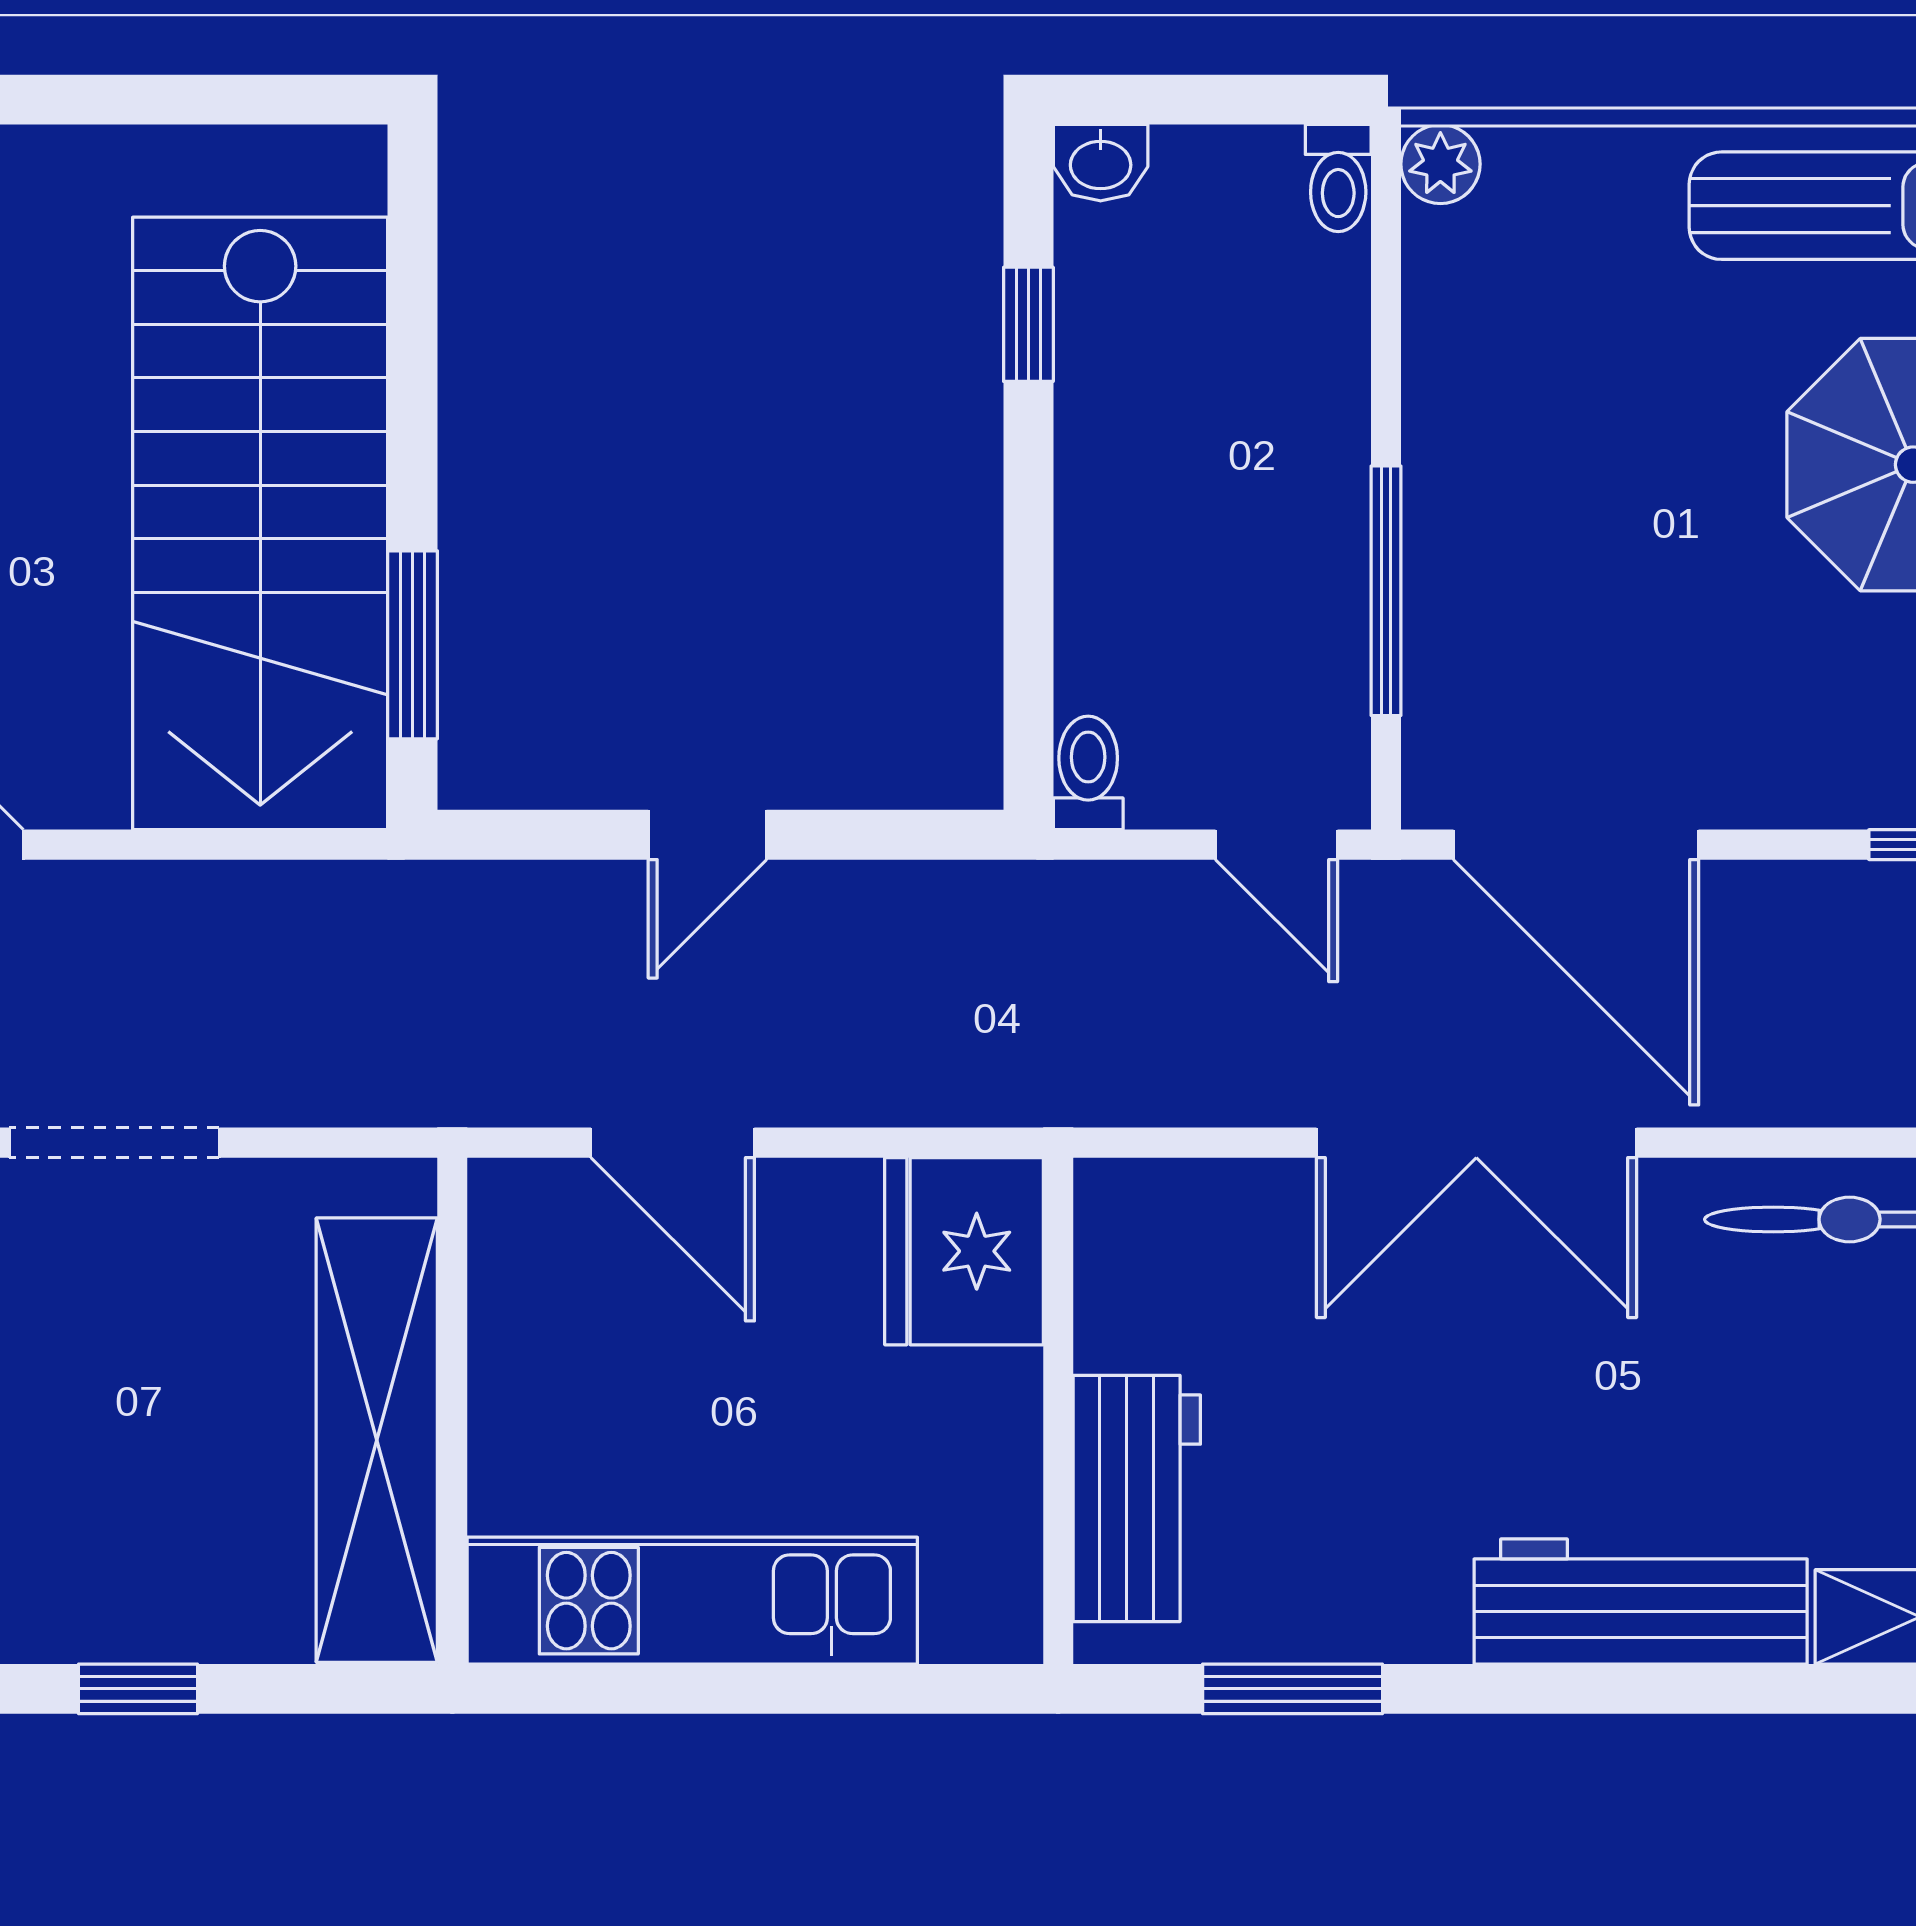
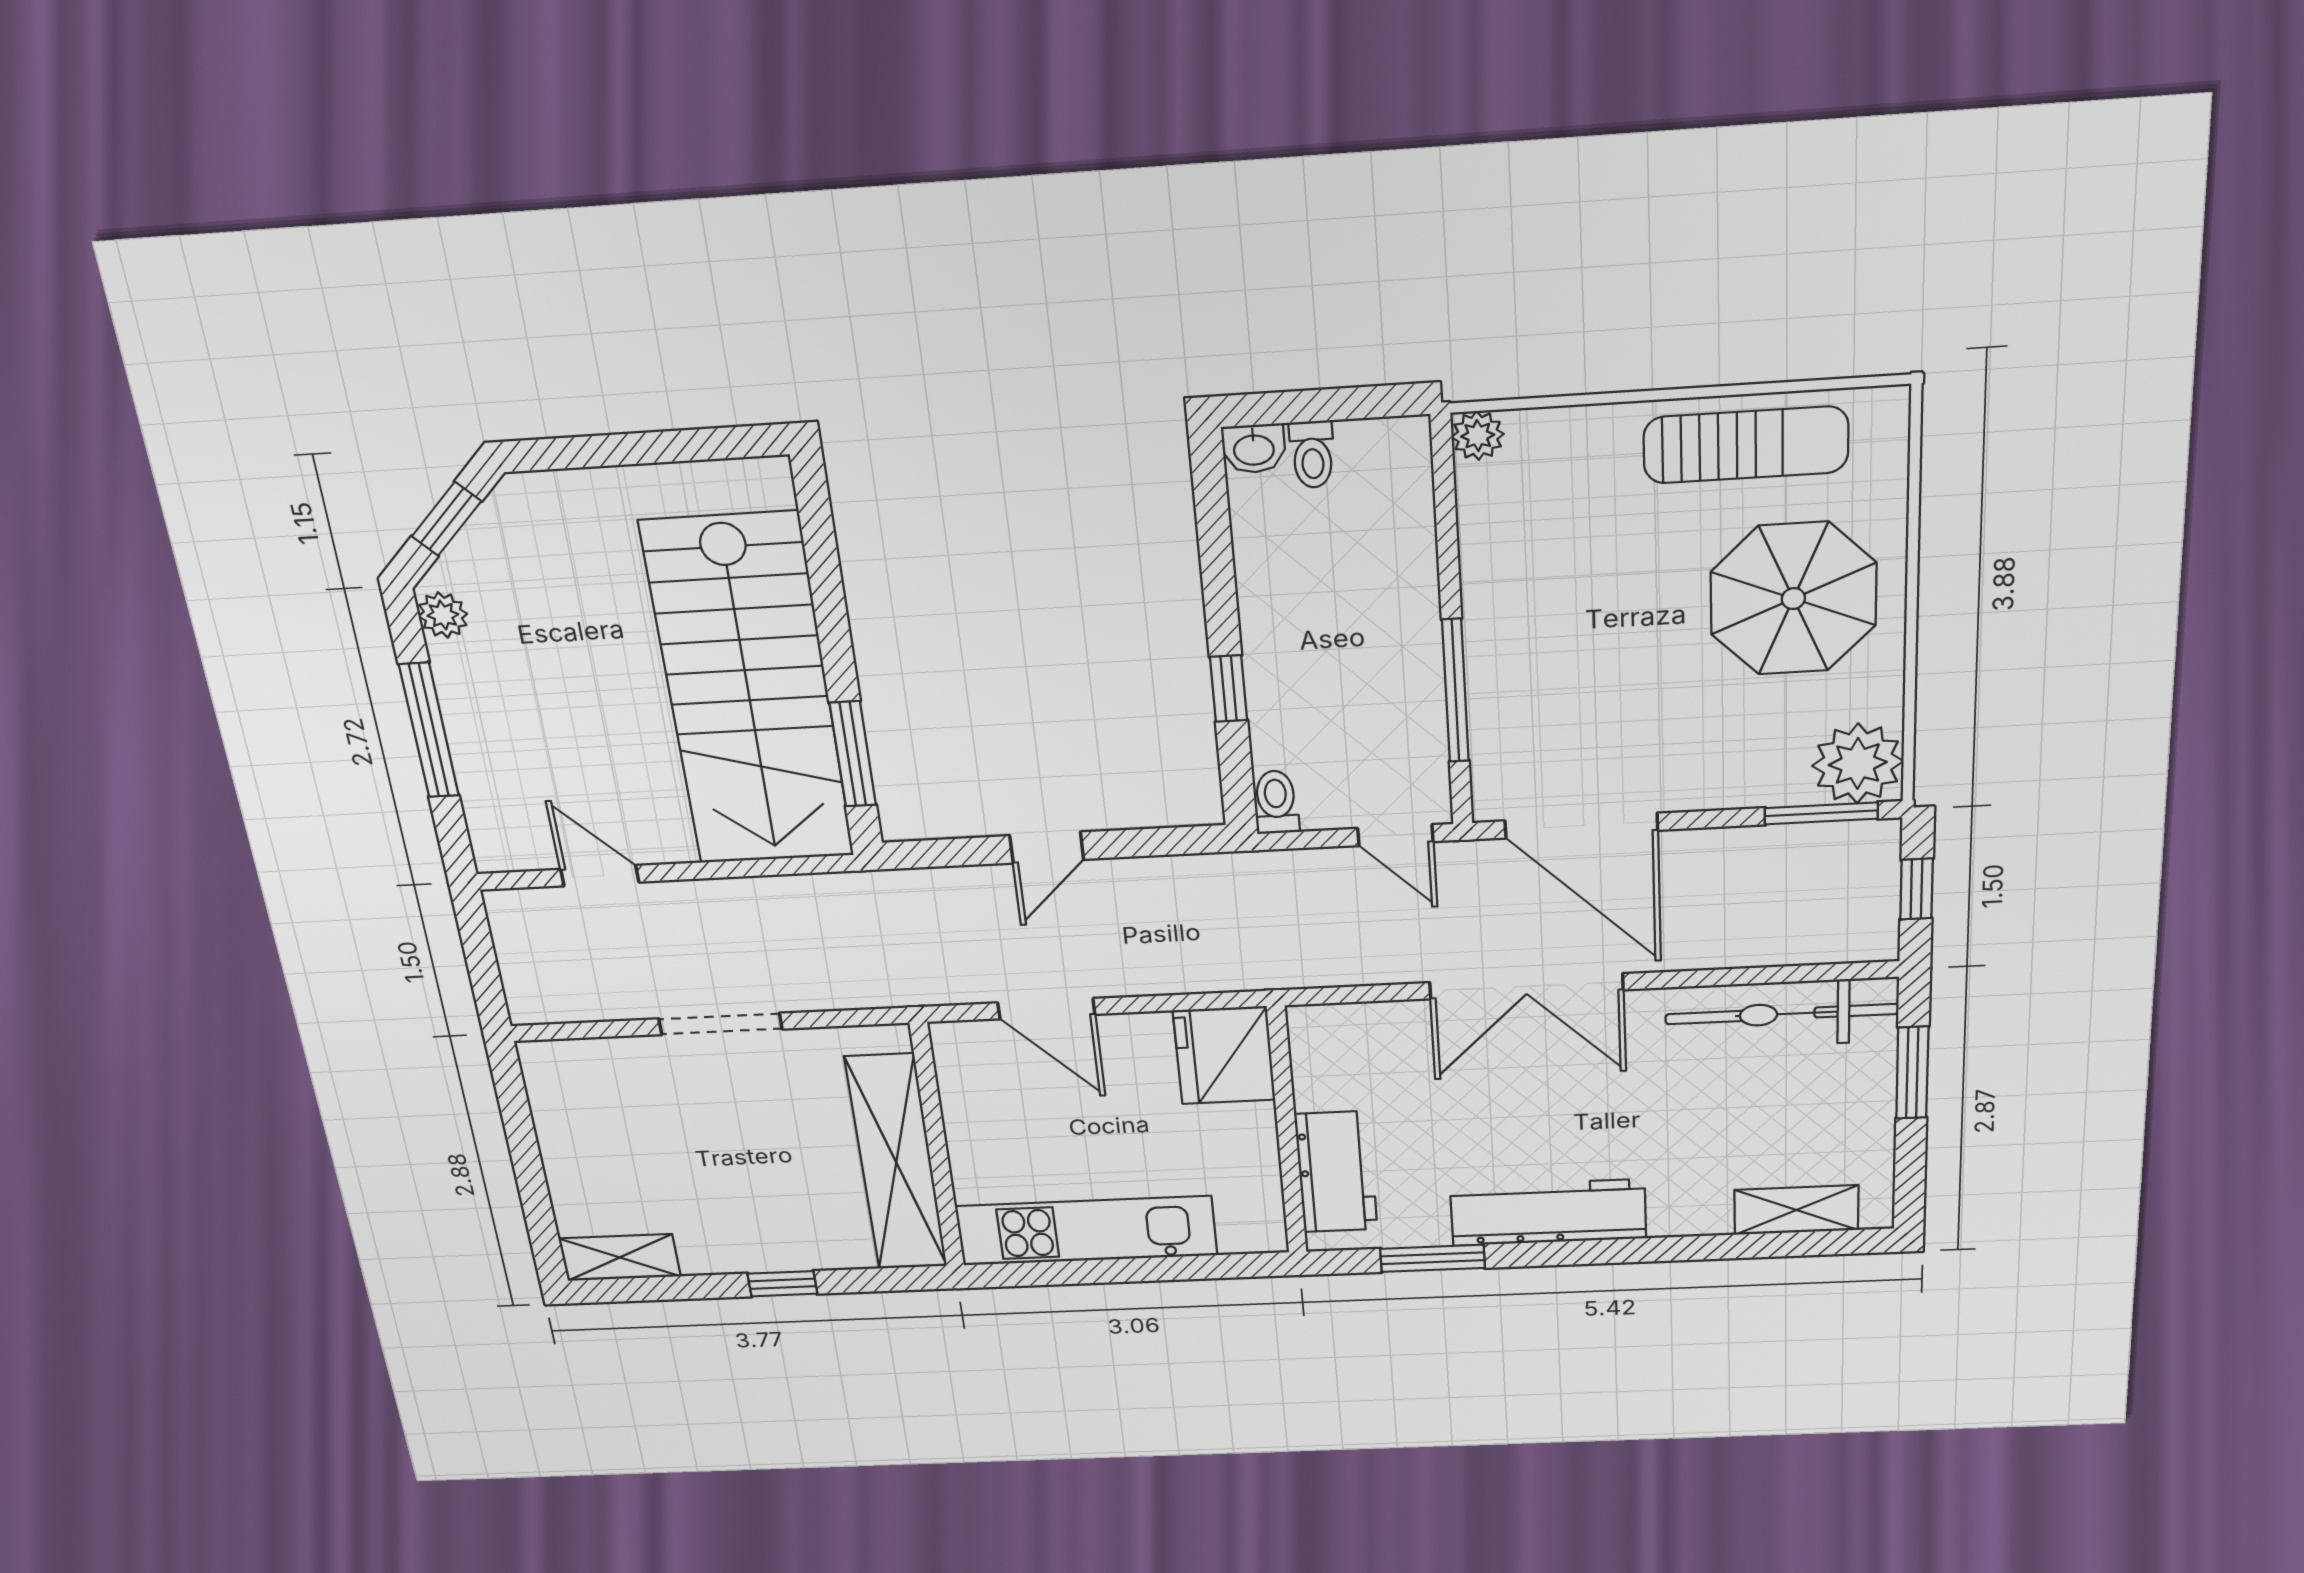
toilet: (1338, 178) -> (1312, 454), moved
window: (1028, 324) -> (1229, 689), moved
workbench: (1641, 1601) -> (1548, 1213), moved

